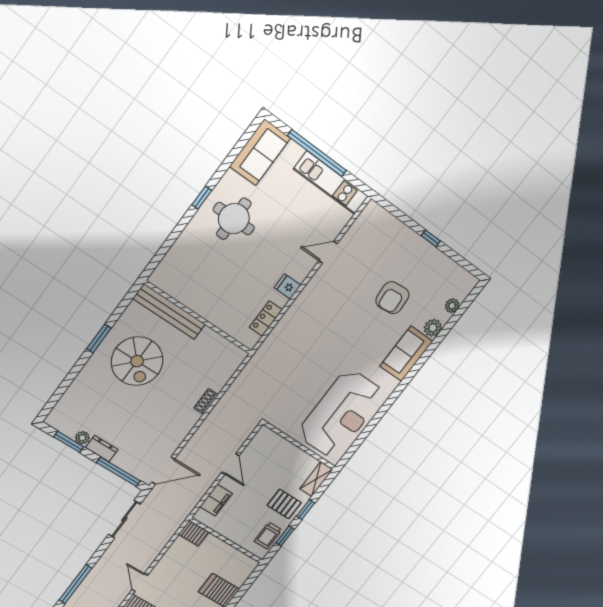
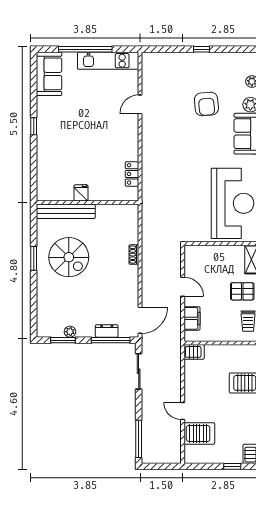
round table: (234, 219) -> (63, 125), removed
fridge: (288, 286) -> (81, 193), moved, turned 90
dresser: (102, 449) -> (107, 331), moved

